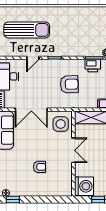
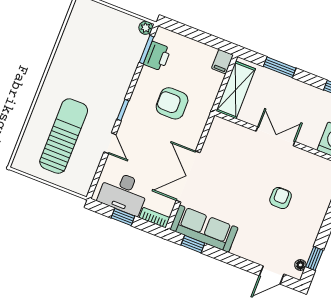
armchair: (69, 84) -> (172, 103), turned -88
double door: (31, 110) -> (188, 177), swing flipped
side table: (61, 124) -> (228, 140), removed

